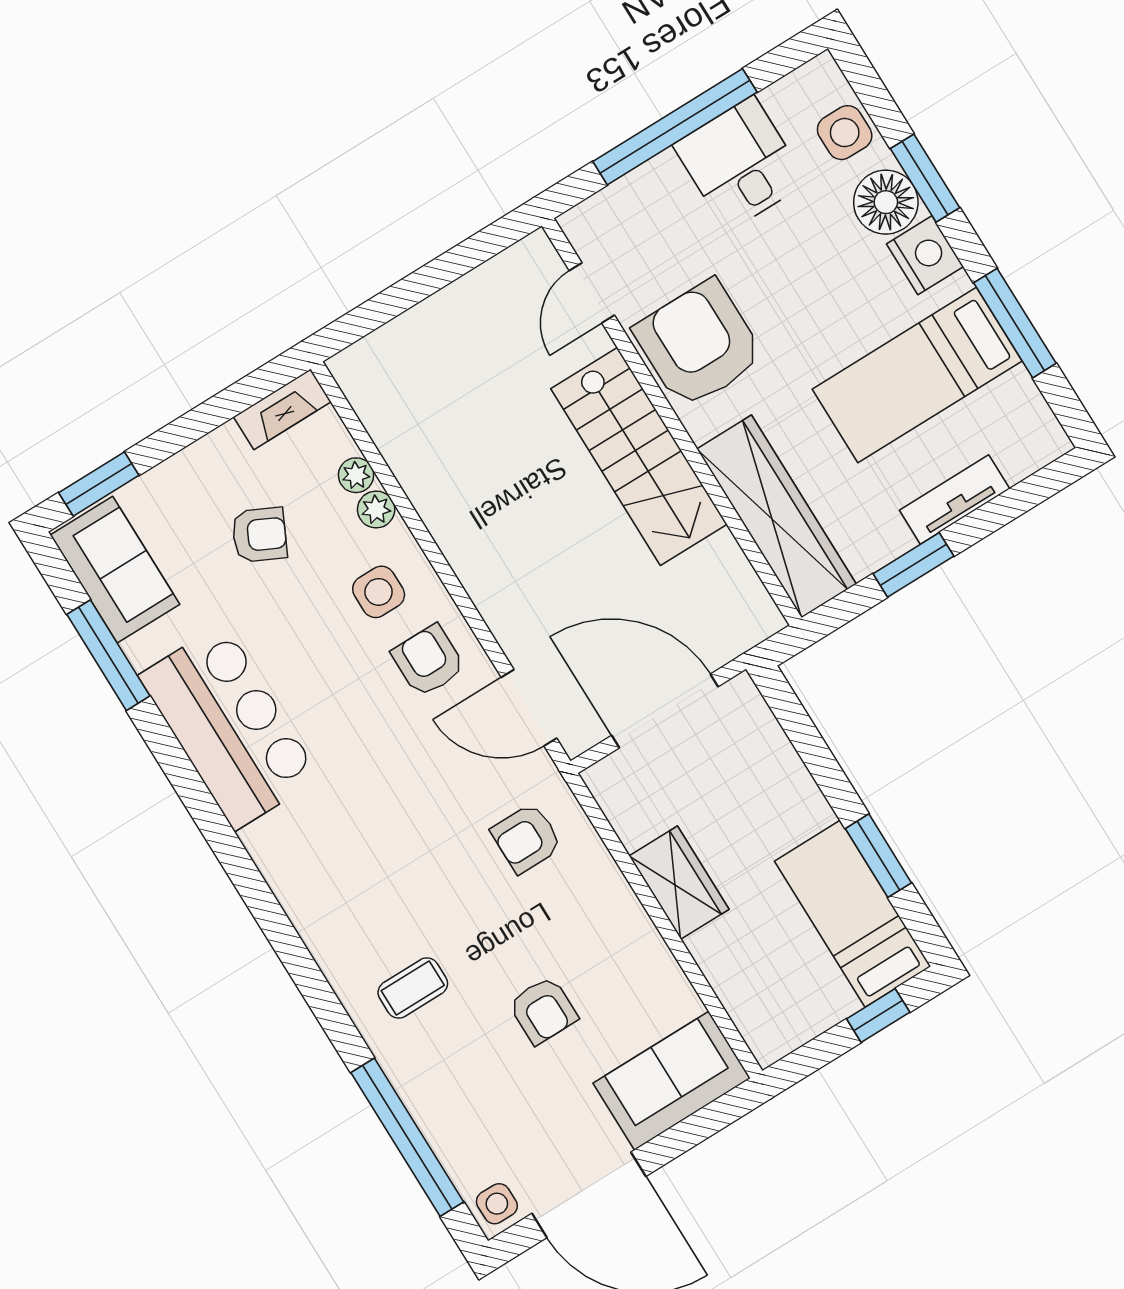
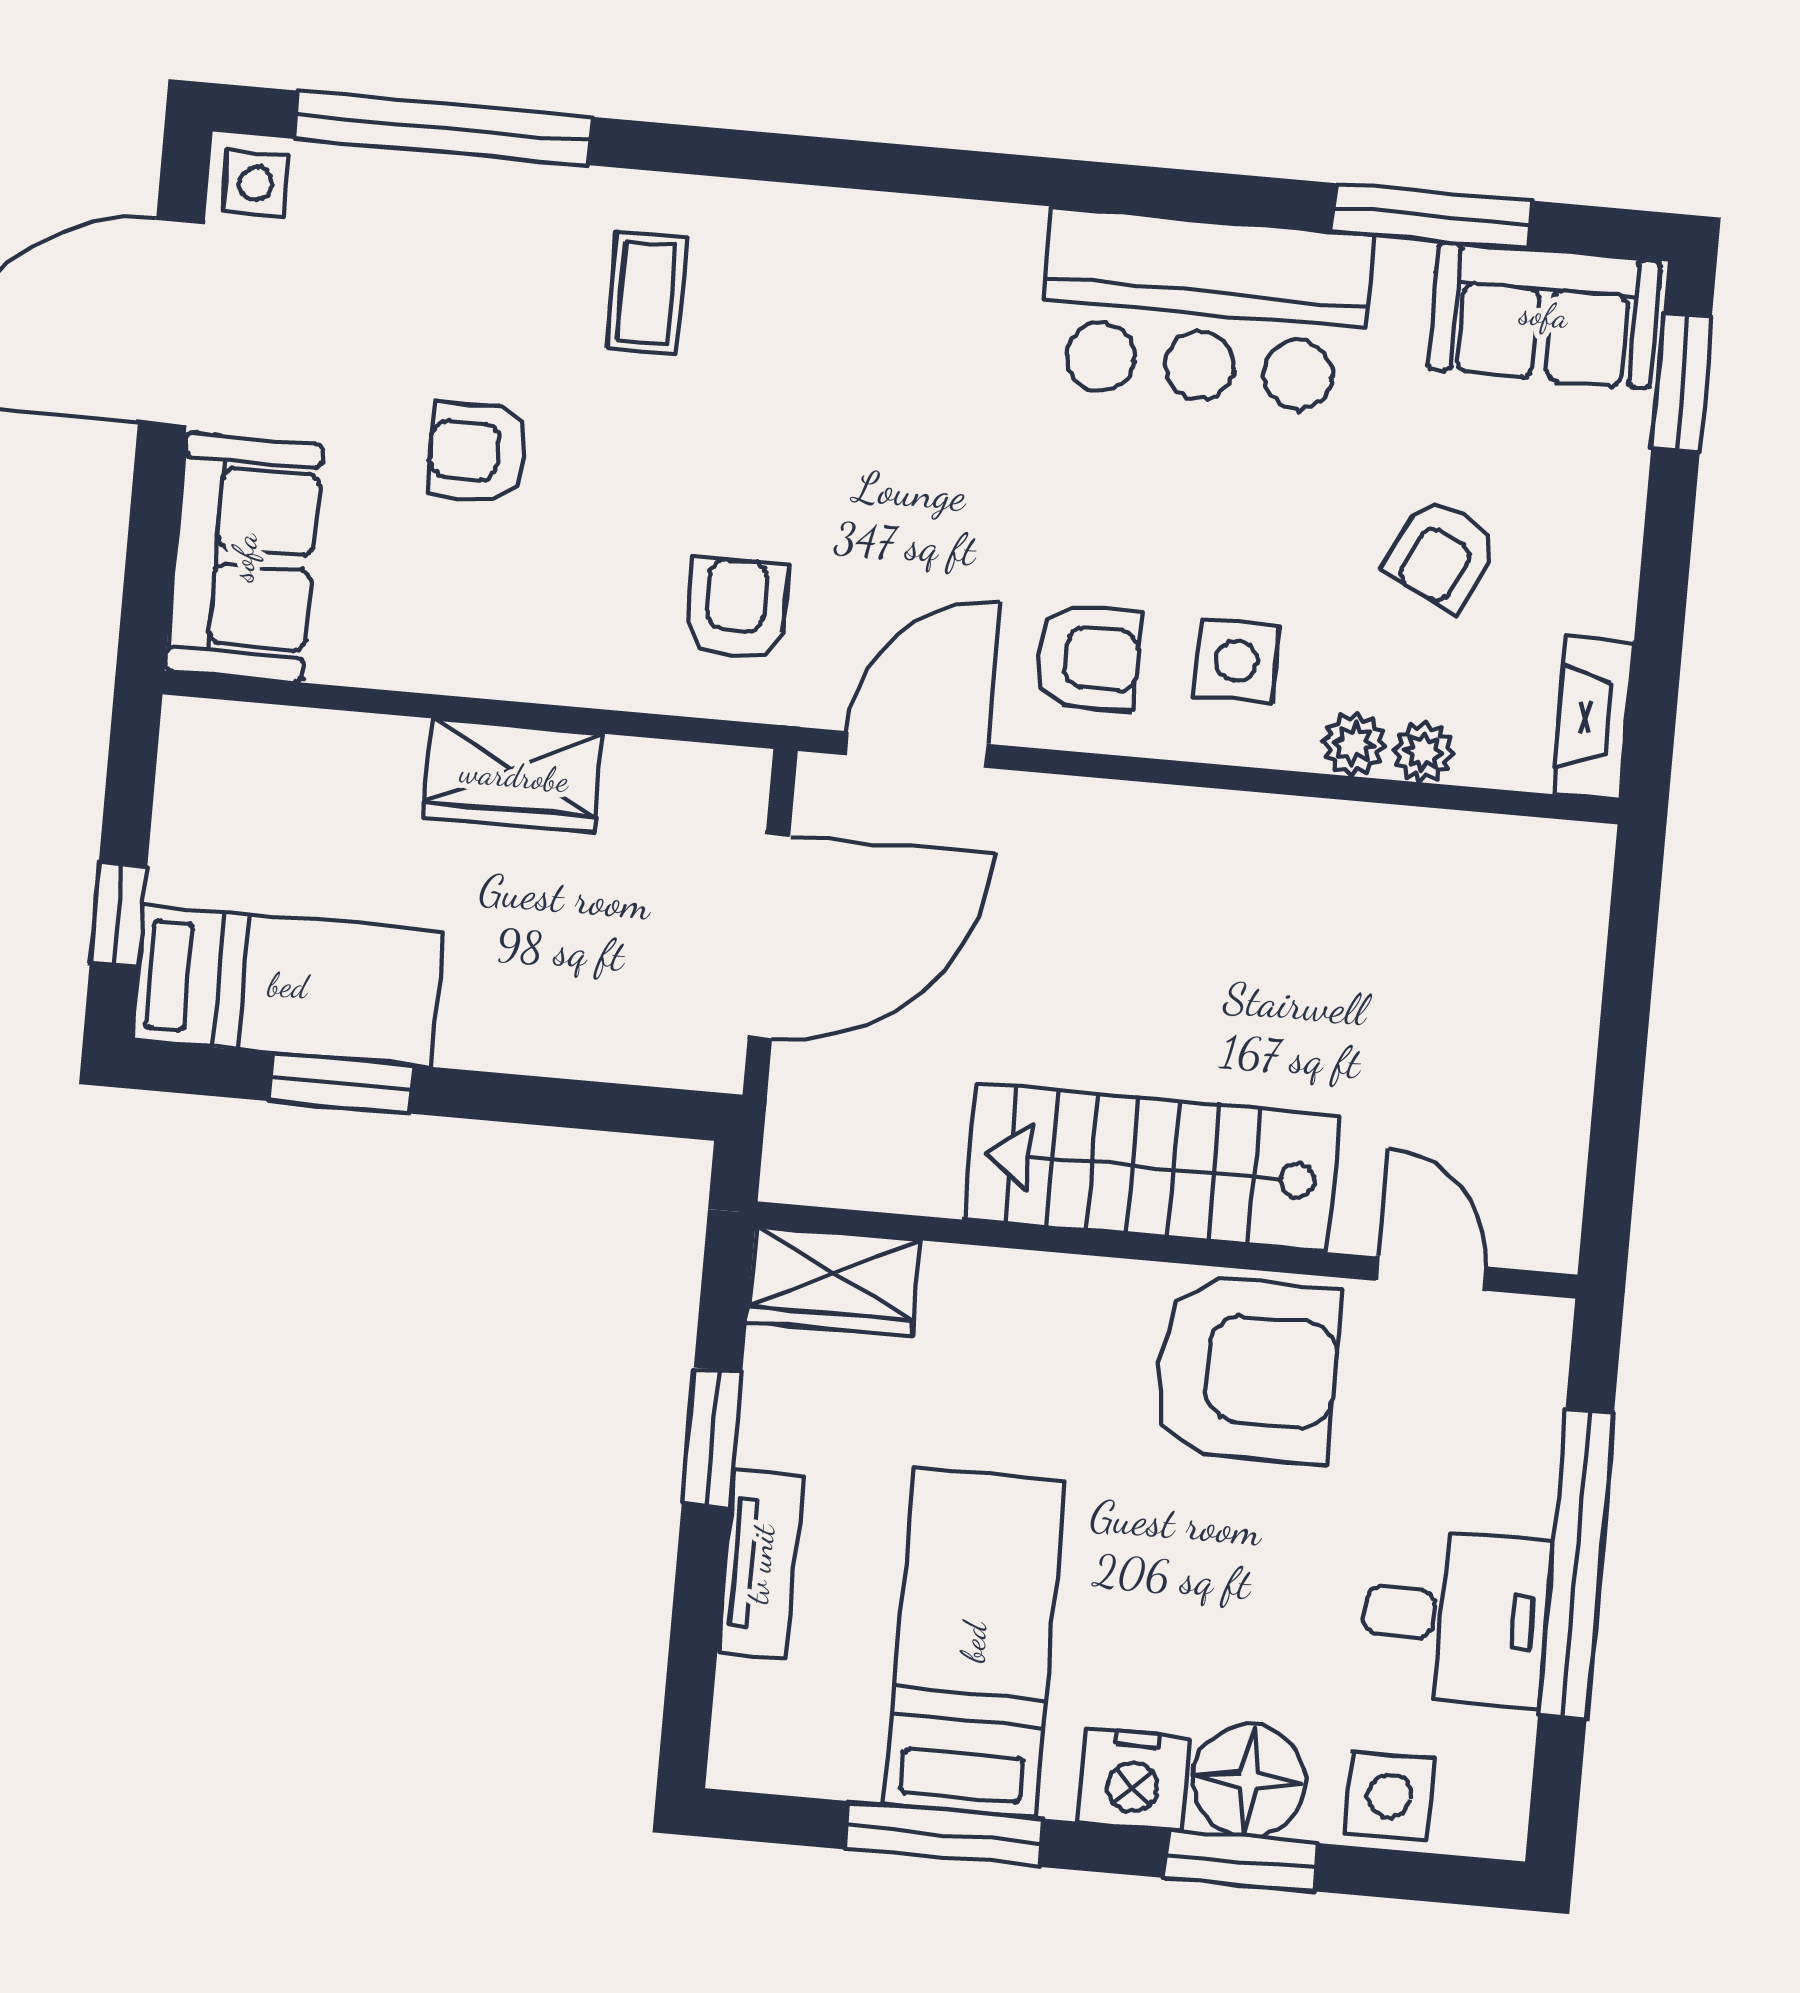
wardrobe: (777, 516) -> (834, 1281), width x0.48, depth x0.85

